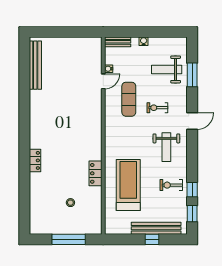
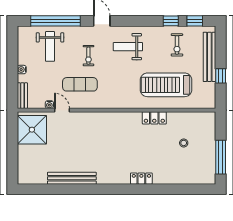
shower: (84, 51) -> (32, 130), added
bench: (35, 65) -> (72, 178), moved
window: (192, 75) -> (56, 21), width x2.11
weight bench: (166, 147) -> (128, 47), turned 180
exercise bike: (171, 185) -> (177, 45), moved
window: (69, 239) -> (221, 157), moved
window: (152, 239) -> (221, 76), moved

